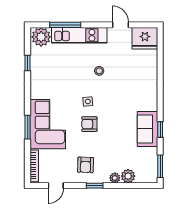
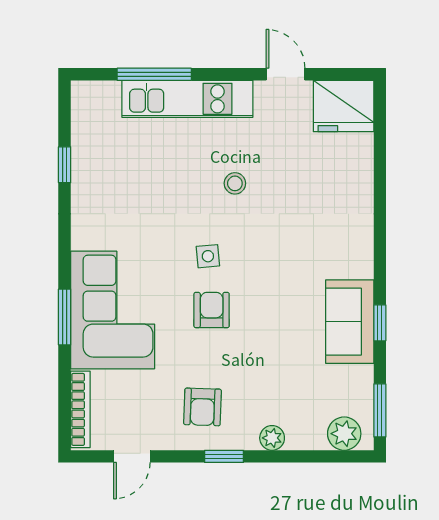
plant: (41, 37) -> (97, 103), removed
armchair: (89, 124) -> (212, 310), turned 90
plant: (128, 176) -> (344, 434), moved

